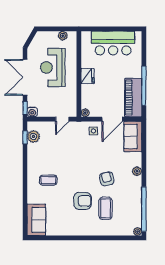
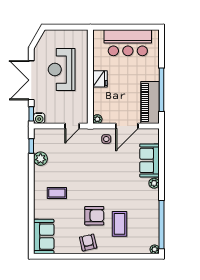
plant: (63, 36) -> (73, 35), removed
plant: (33, 136) -> (41, 159), moved
sofa: (133, 136) -> (149, 160), moved
armchair: (107, 179) -> (88, 243), moved

